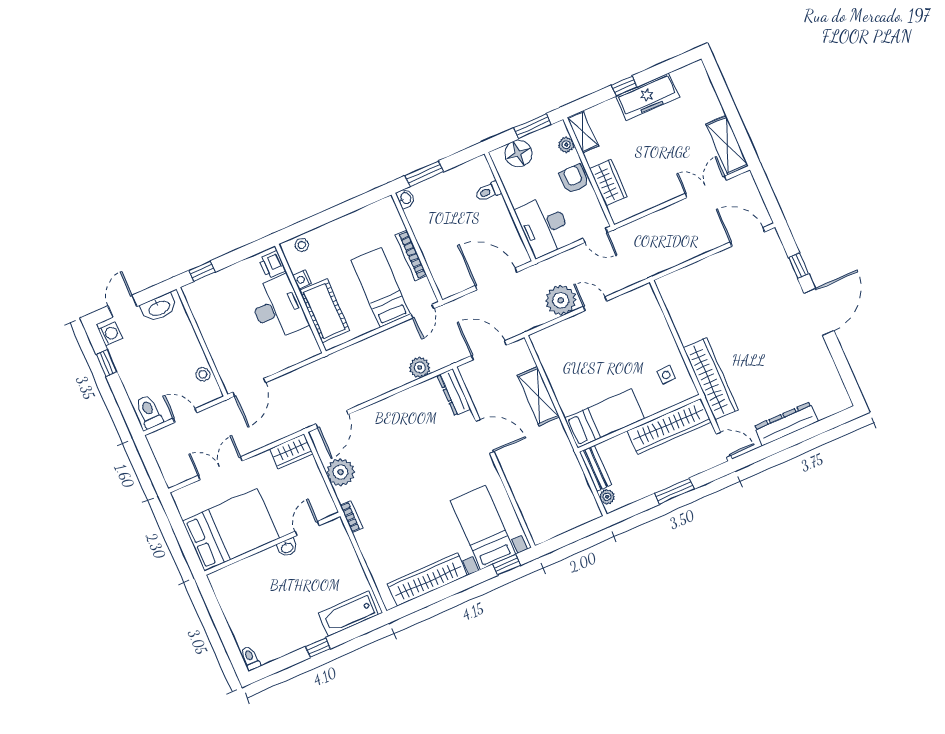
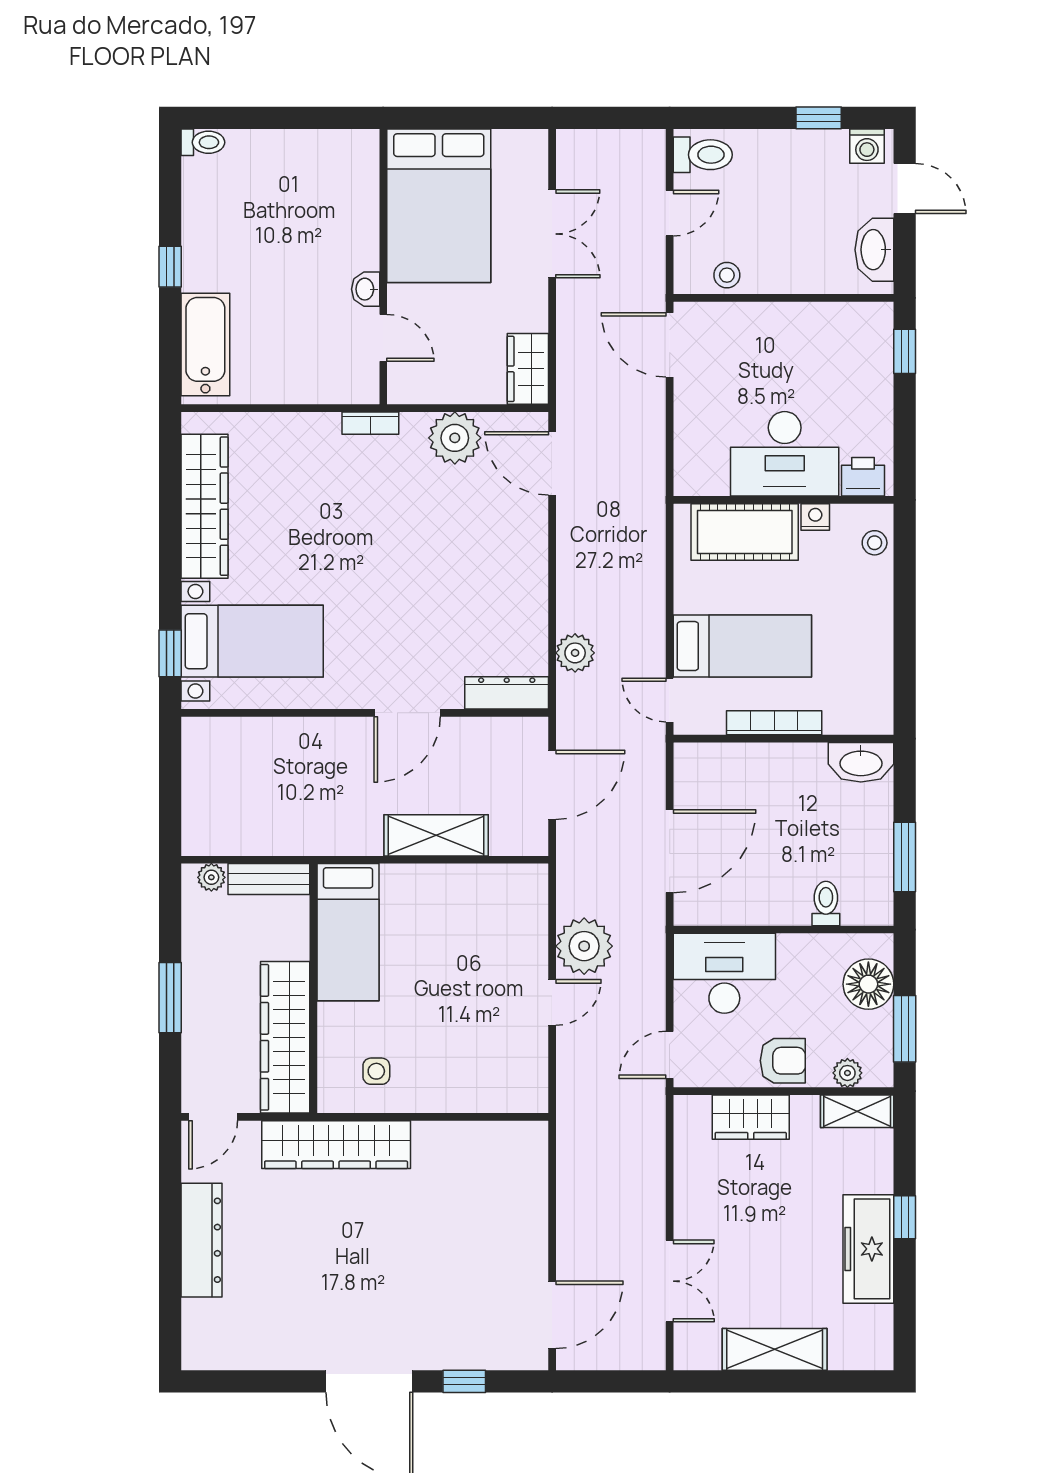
shelving: (727, 145) -> (775, 1349), moved
window: (424, 174) -> (905, 857), moved
washbasin: (405, 198) -> (861, 762), width x1.91, depth x1.45

